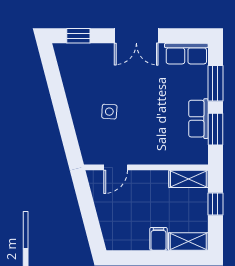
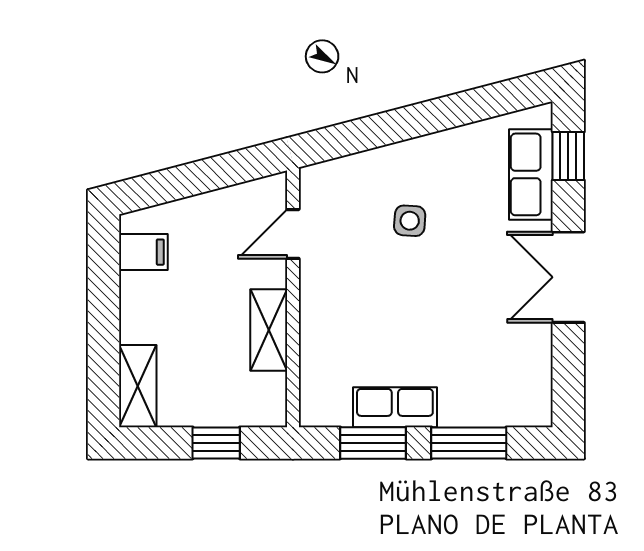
row of seats: (186, 54) -> (531, 174), moved
door: (116, 167) -> (293, 234), hinge flipped
shelving: (188, 179) -> (269, 330), moved
filing cabinet: (158, 239) -> (143, 252), moved

